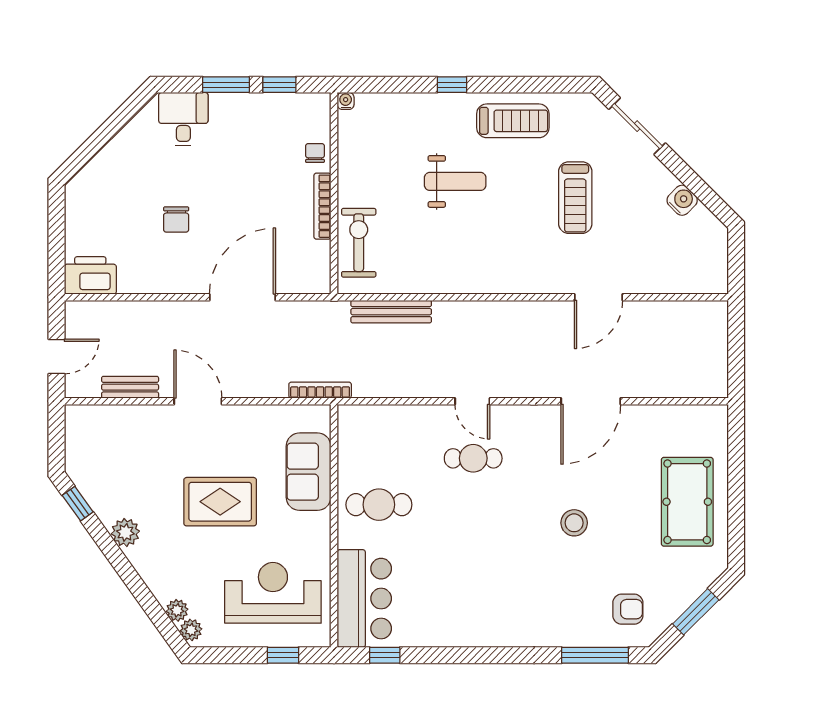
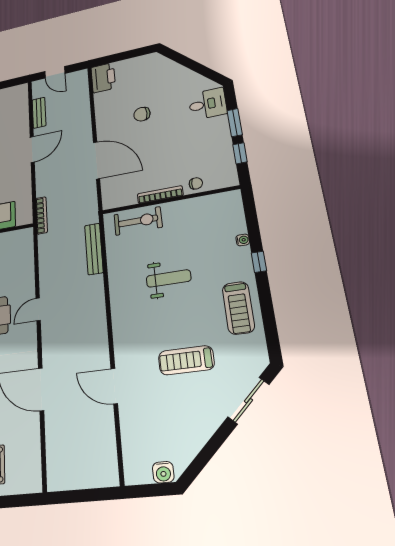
water cooler: (346, 101) -> (243, 240), moved
weight bench: (455, 181) -> (169, 278), moved, turned -90
water cooler: (682, 200) -> (163, 472), moved, turned 45

